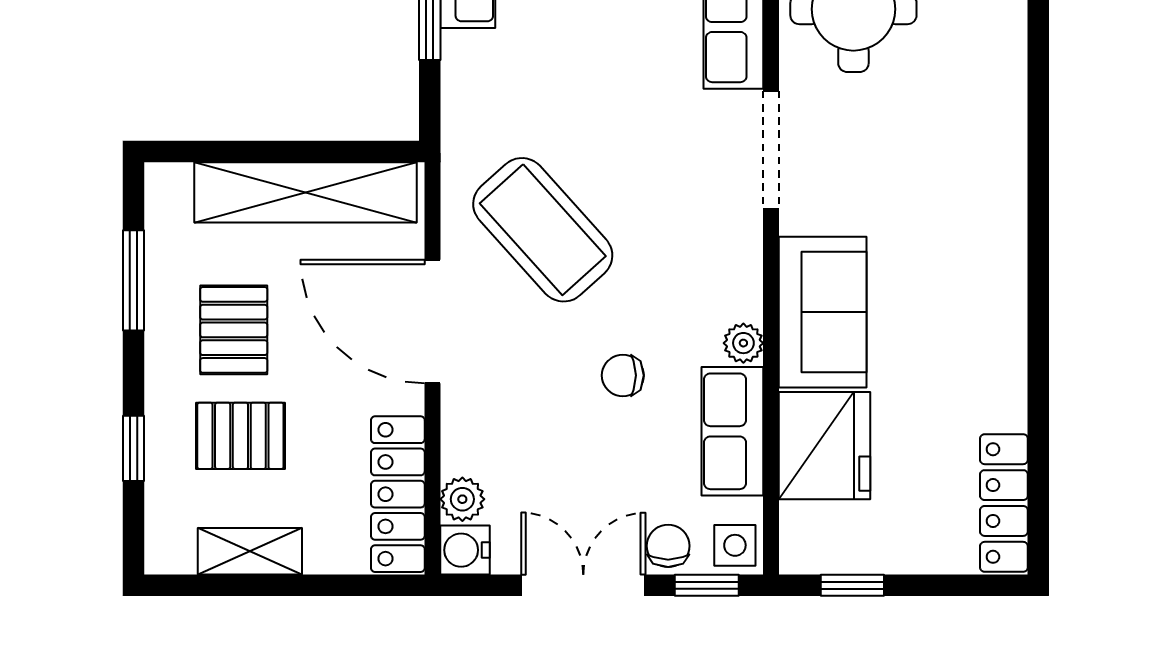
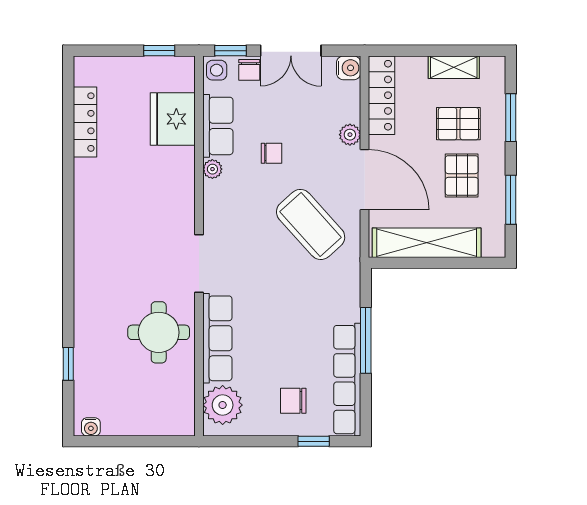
sofa: (823, 312) -> (174, 184), removed
window: (134, 448) -> (511, 118), width x1.50
plant: (462, 499) -> (350, 135), moved
locker: (1004, 503) -> (85, 122), moved

